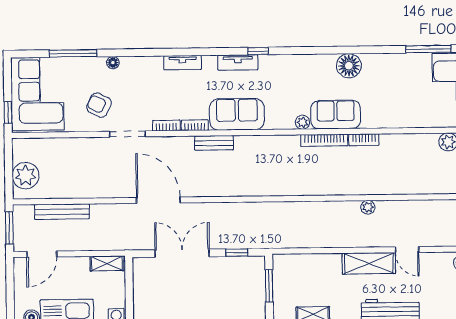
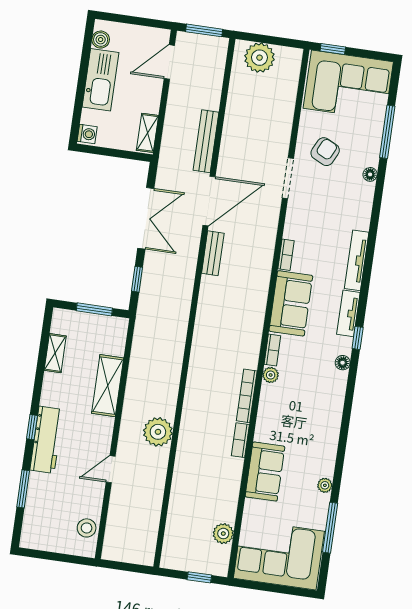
plant: (392, 59) -> (325, 485), added
tv unit: (183, 63) -> (357, 260), width x1.41
floor lamp: (349, 66) -> (343, 363), moved, width x0.53, depth x0.53
sofa: (336, 115) -> (265, 472), moved
bookcase: (166, 125) -> (272, 350), moved
bench: (214, 143) -> (213, 253), moved
plant: (368, 207) -> (158, 432), width x1.88, depth x1.88
bench: (62, 212) -> (206, 141), moved
door: (42, 254) -> (169, 62), hinge flipped
shelving: (369, 263) -> (108, 386), moved

